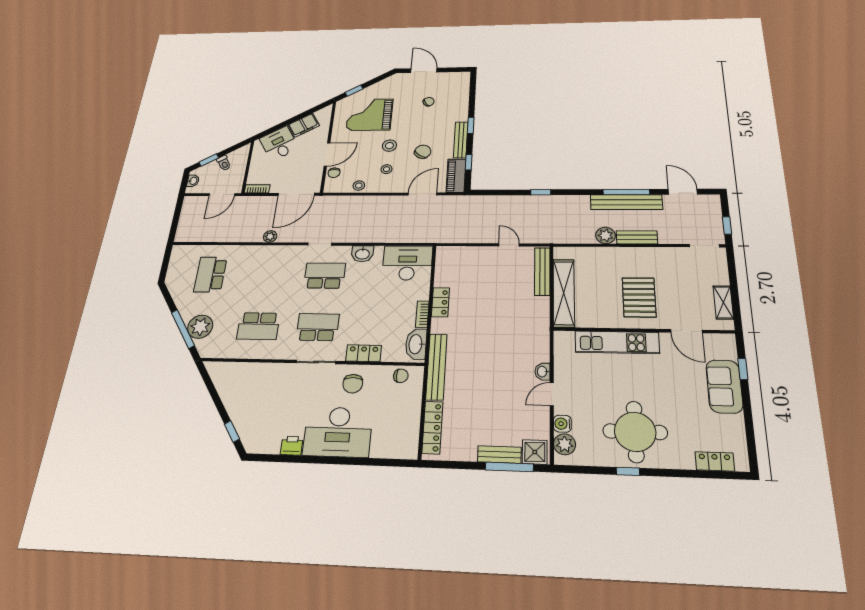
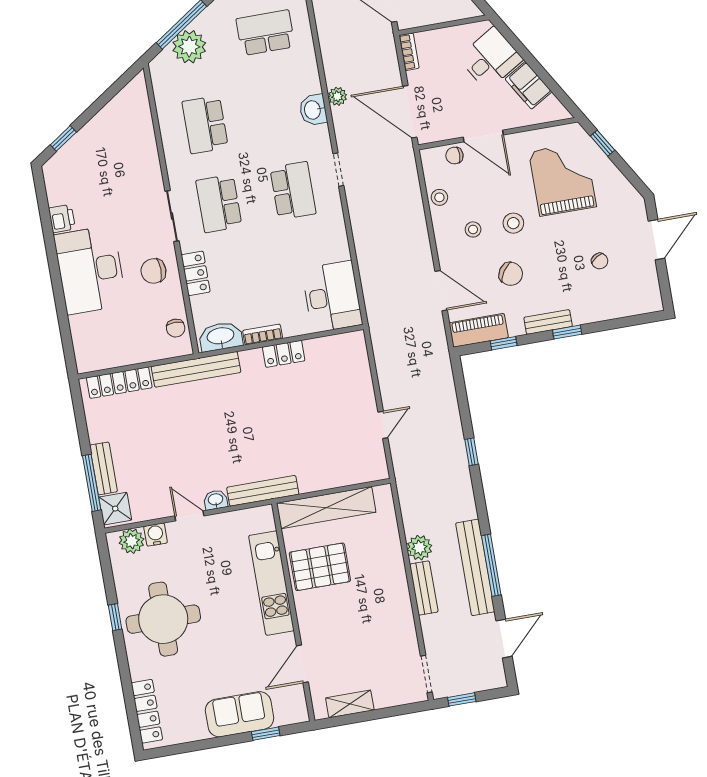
bench: (461, 140) -> (548, 322), width x0.73
washbasin: (362, 254) -> (313, 110), moved
bench: (542, 271) -> (263, 491), moved
pallet: (639, 297) -> (320, 567), moved
school desk: (318, 327) -> (219, 204), turned 180
locker: (715, 461) -> (147, 711), width x1.53

